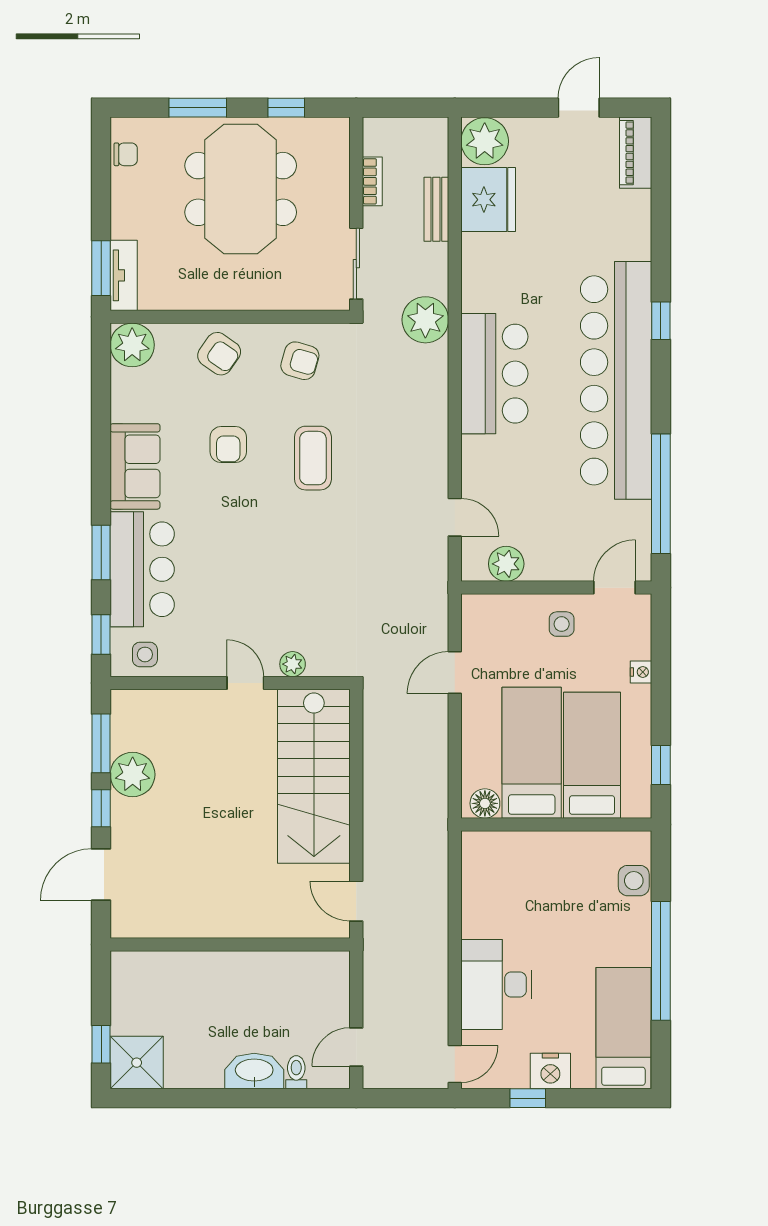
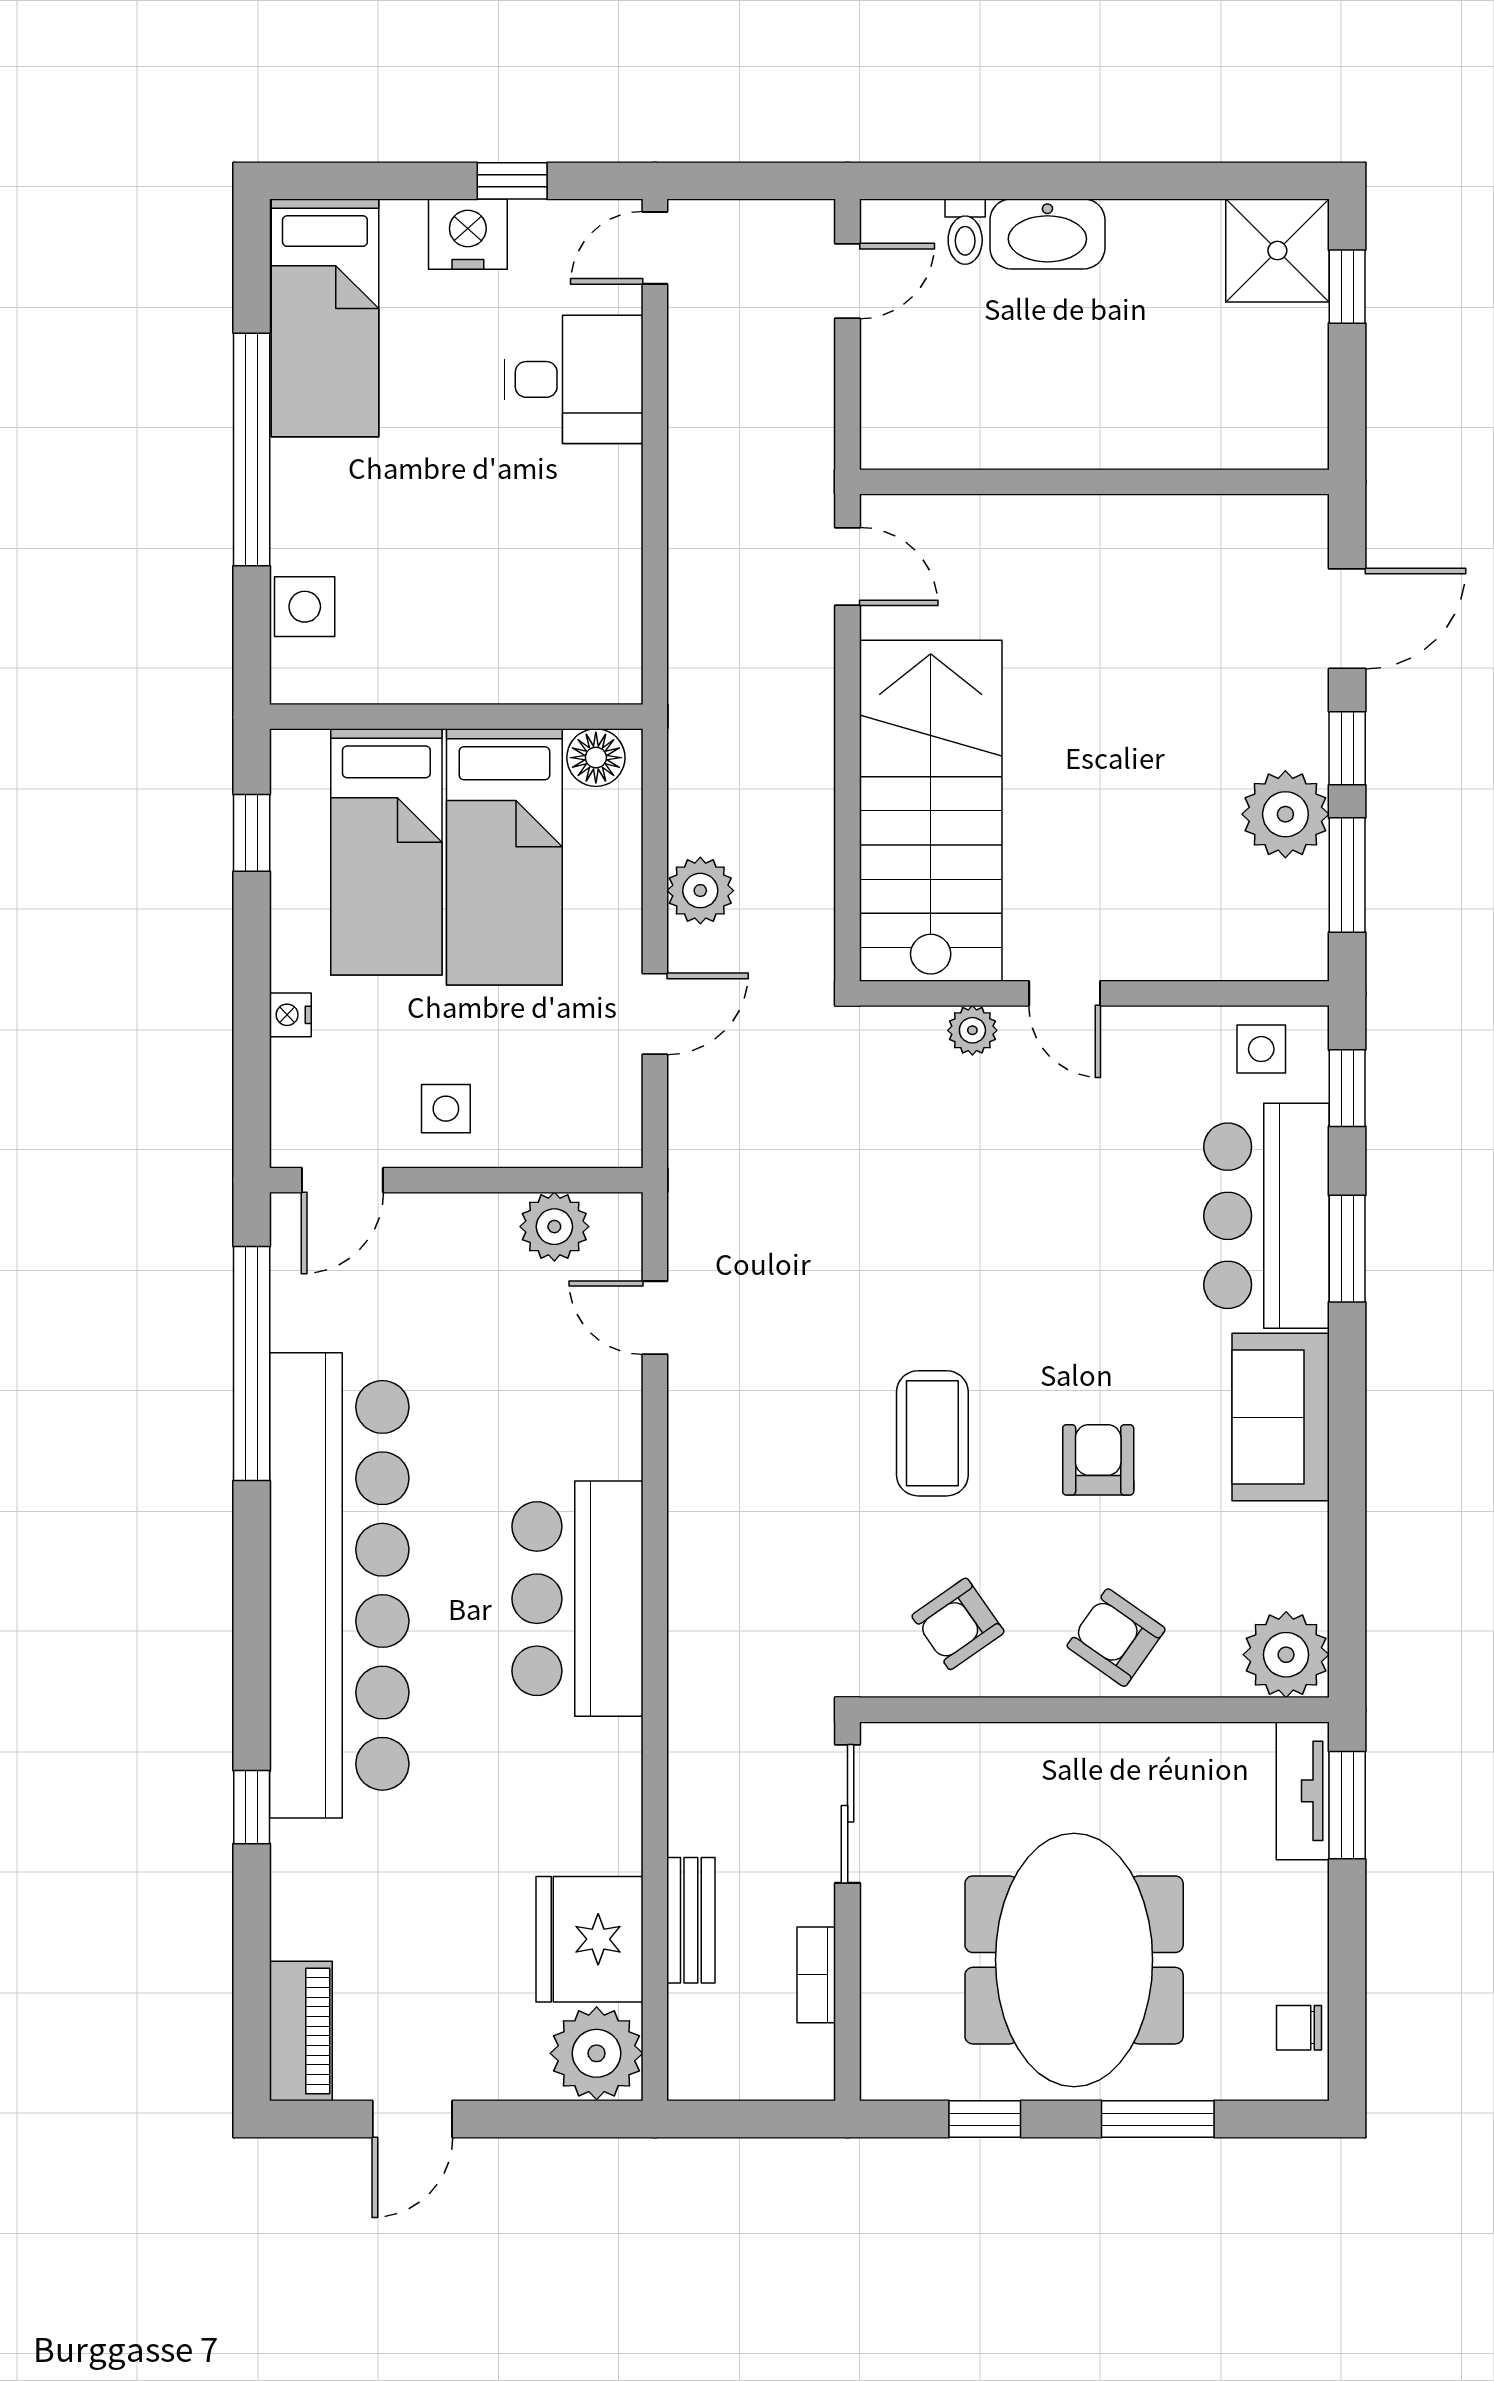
plant: (425, 320) -> (700, 891), moved, width x0.73, depth x0.73
window: (661, 321) -> (252, 1807), moved
armchair: (300, 361) -> (958, 1624), turned -51
desk: (496, 984) -> (574, 379), width x0.73

